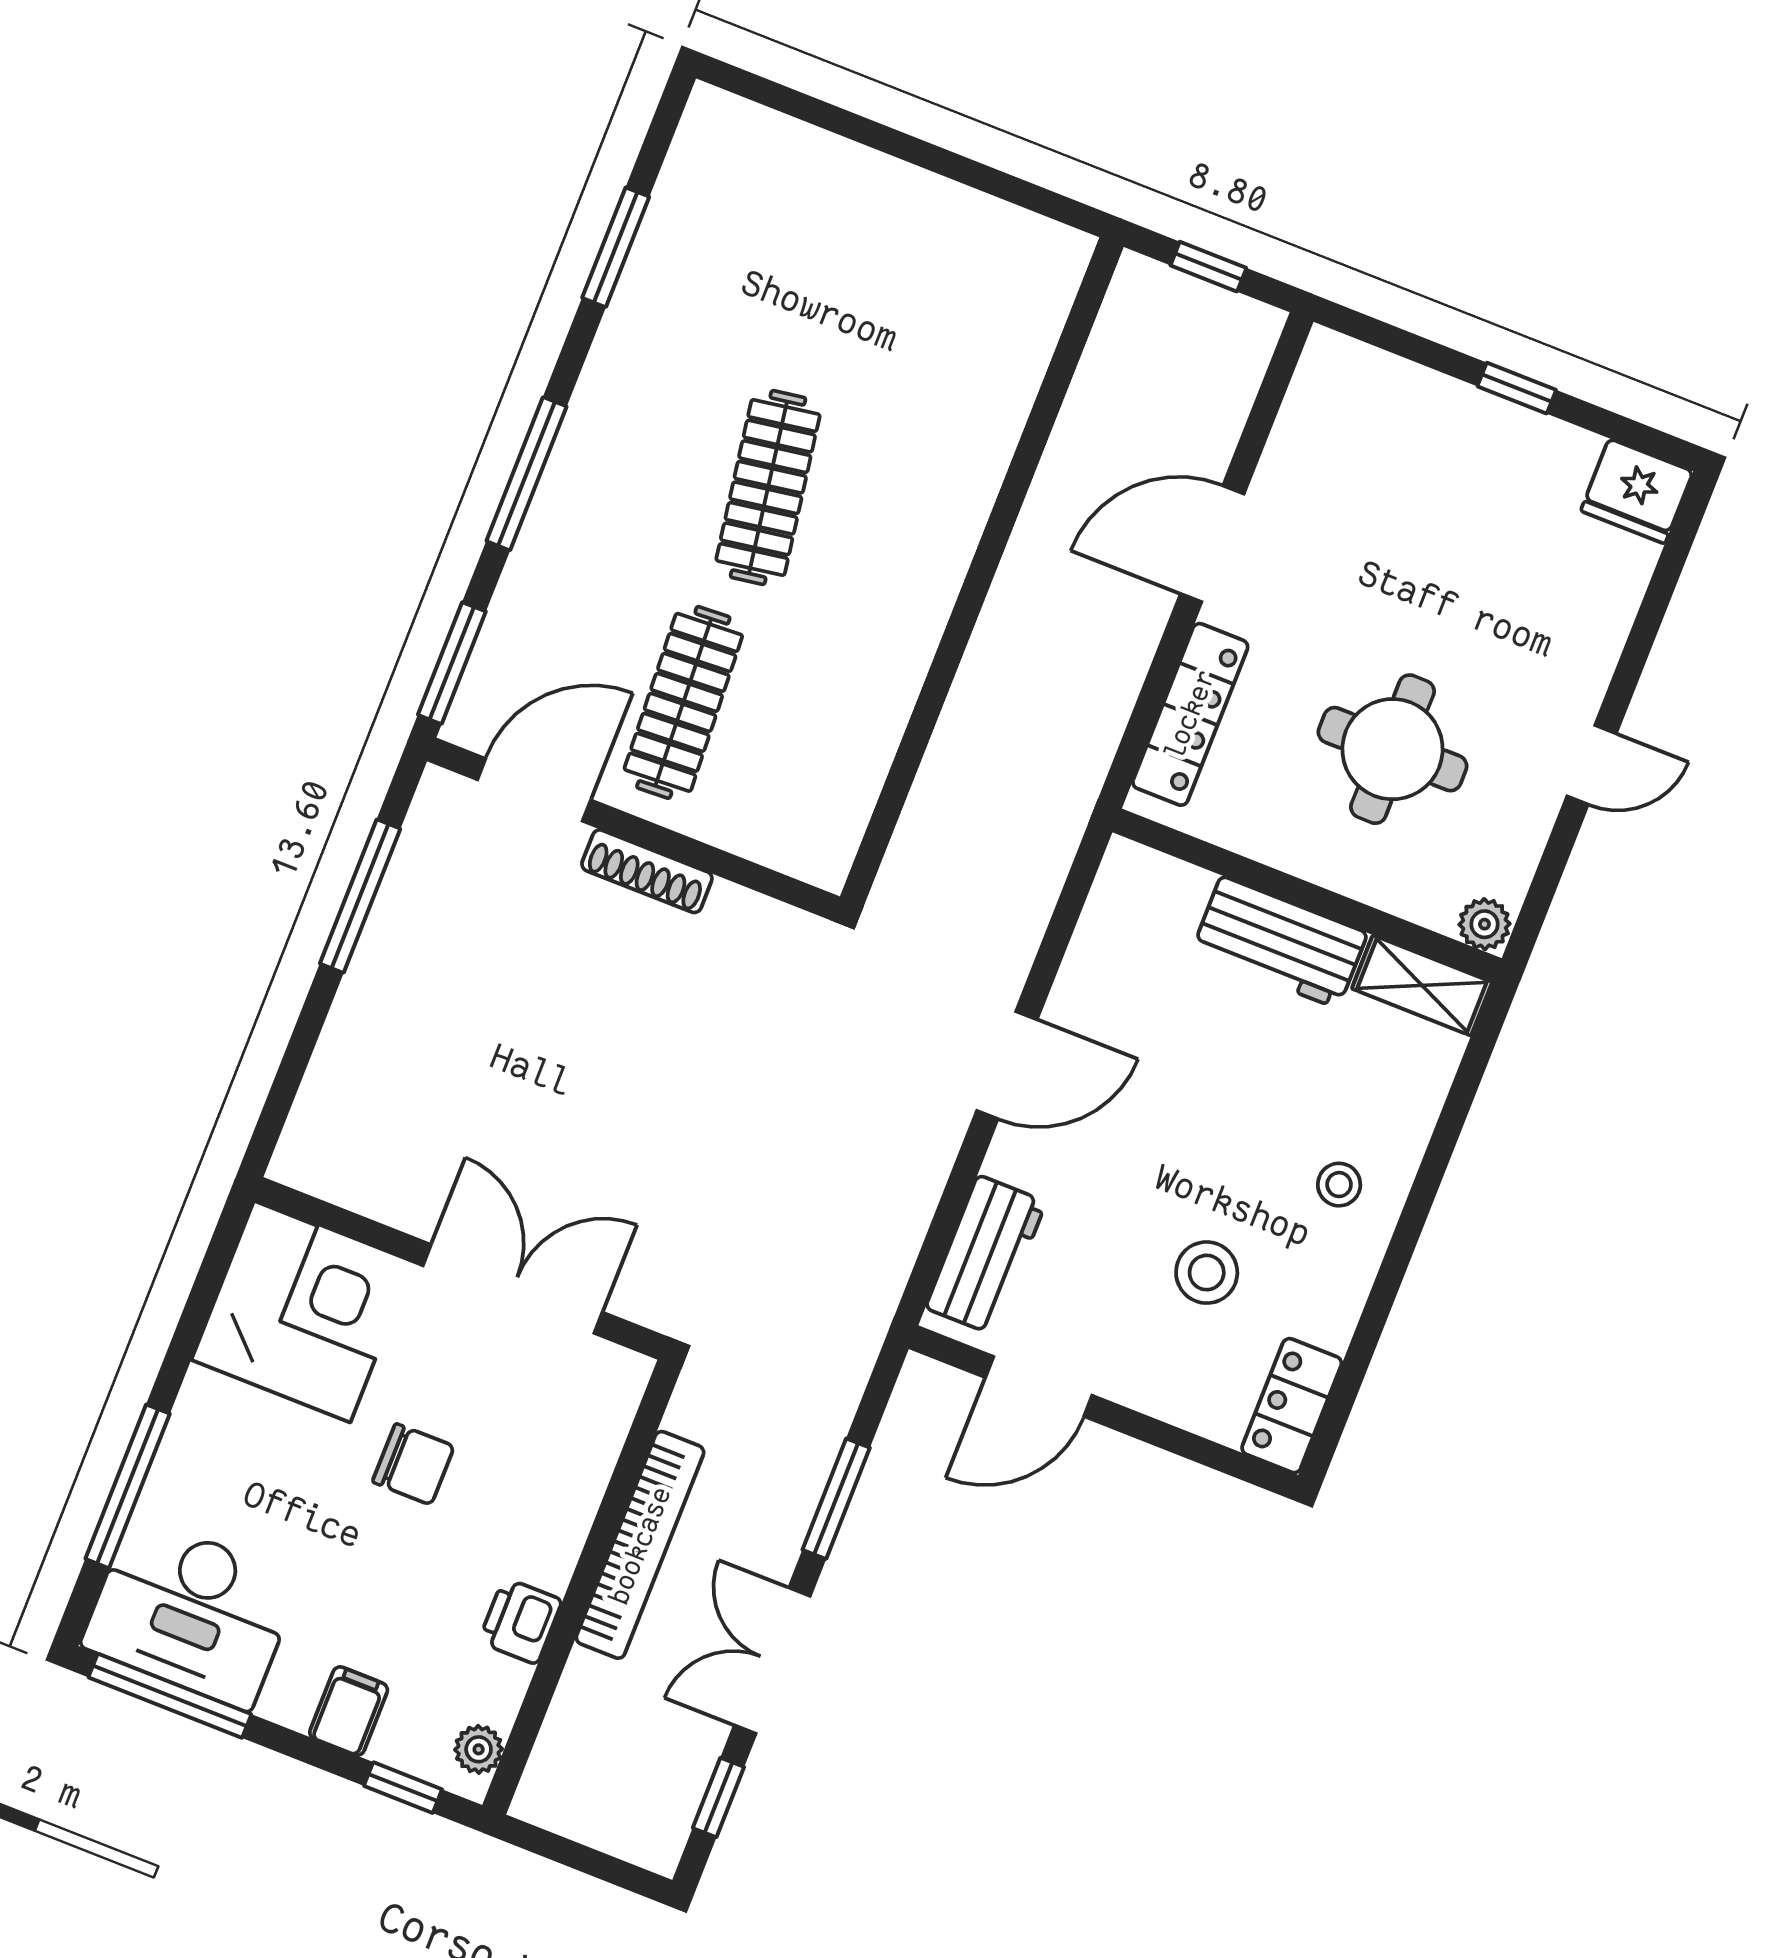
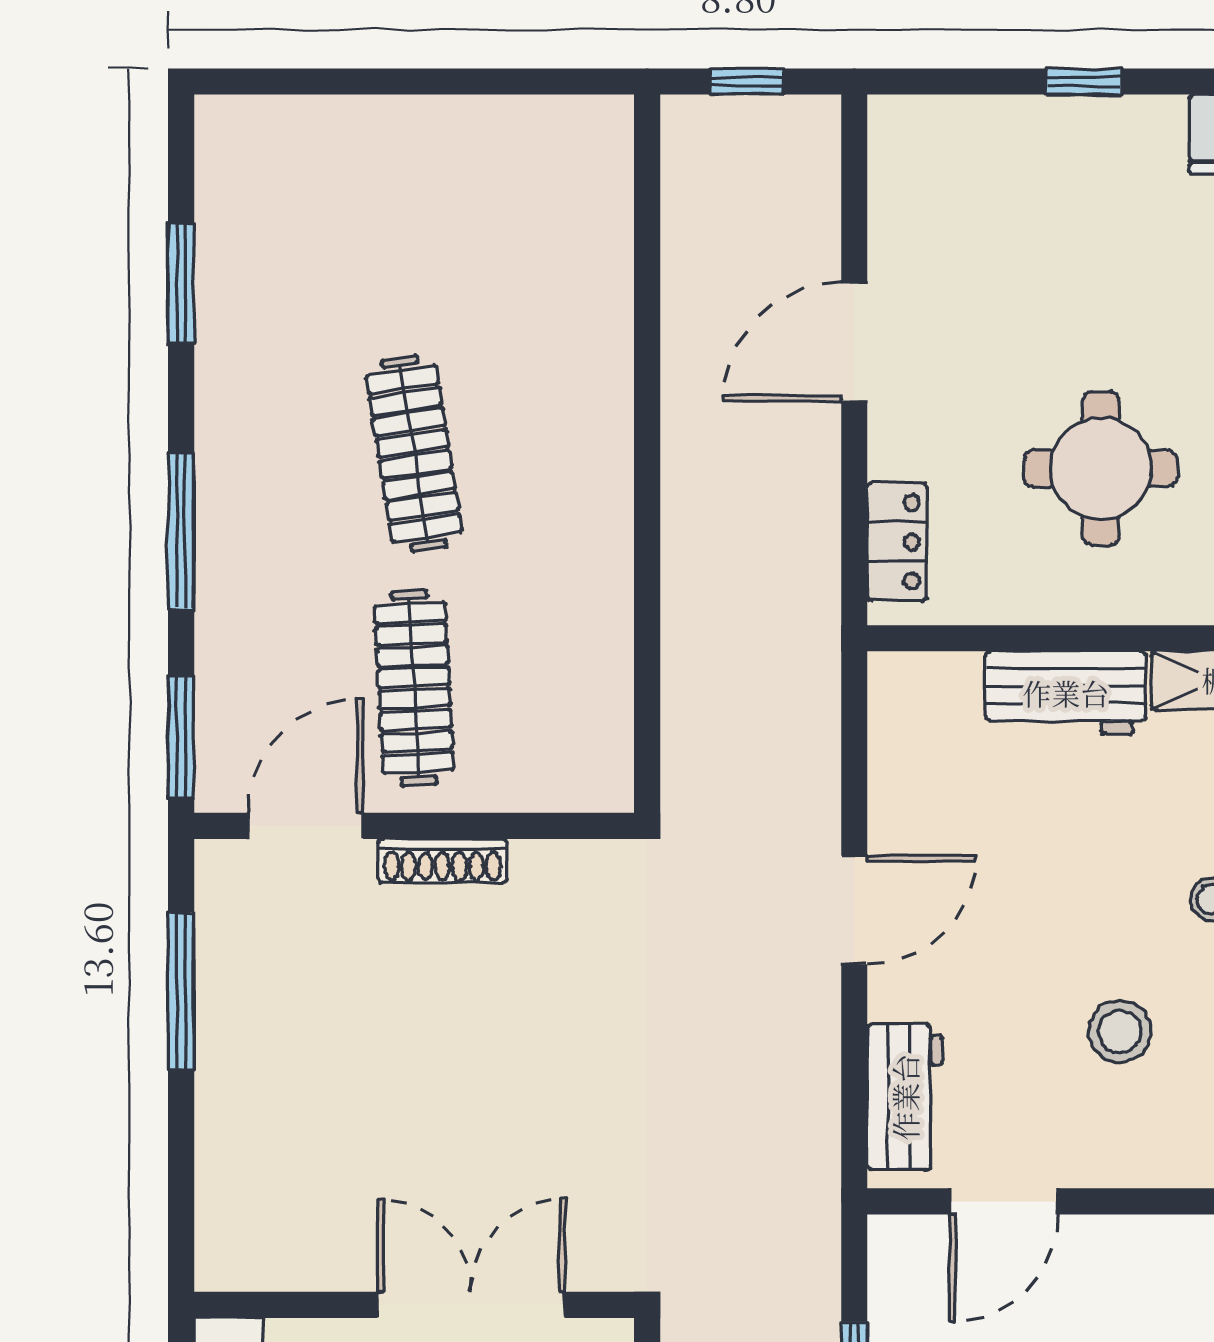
locker: (1190, 714) -> (897, 542), width x0.66

